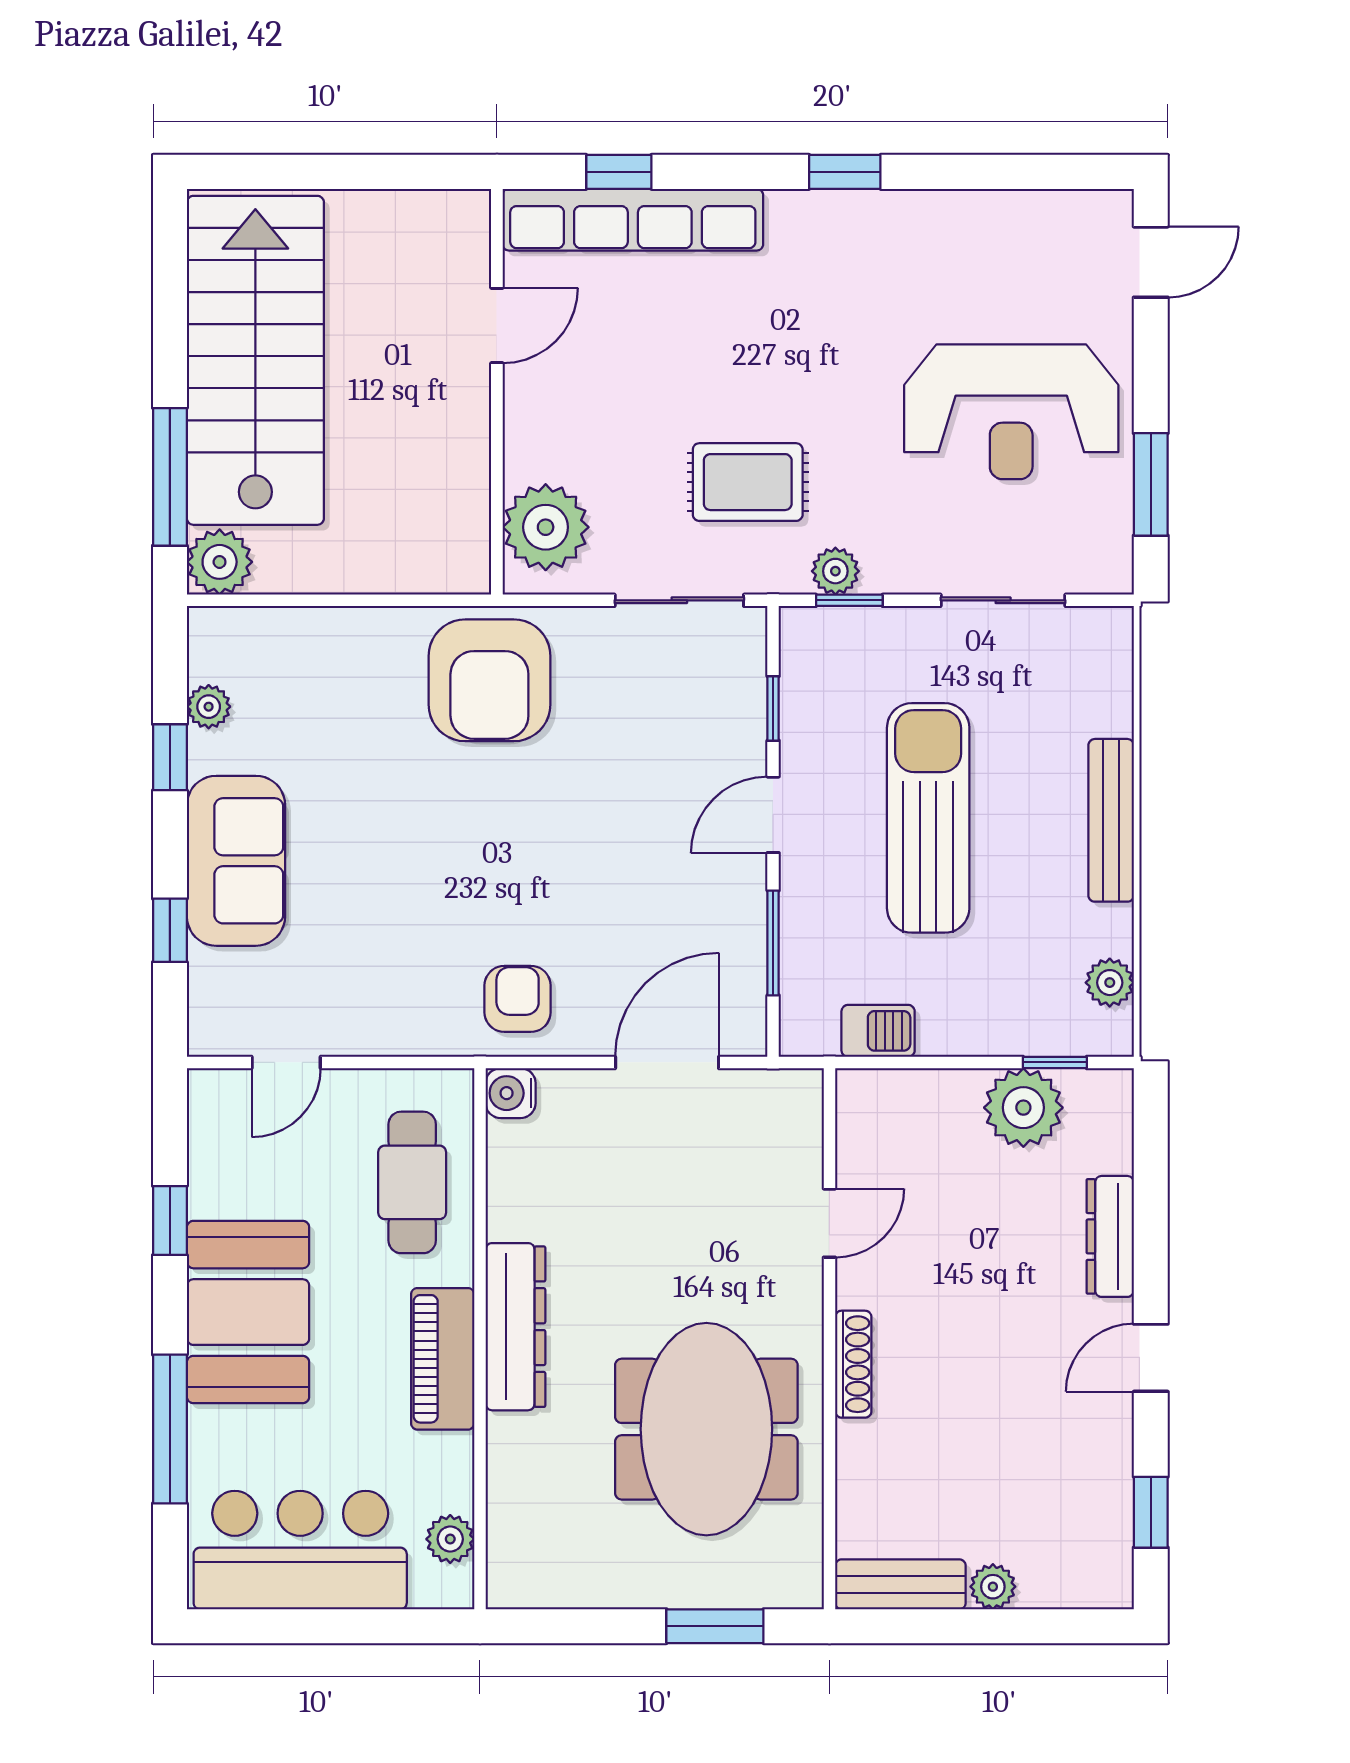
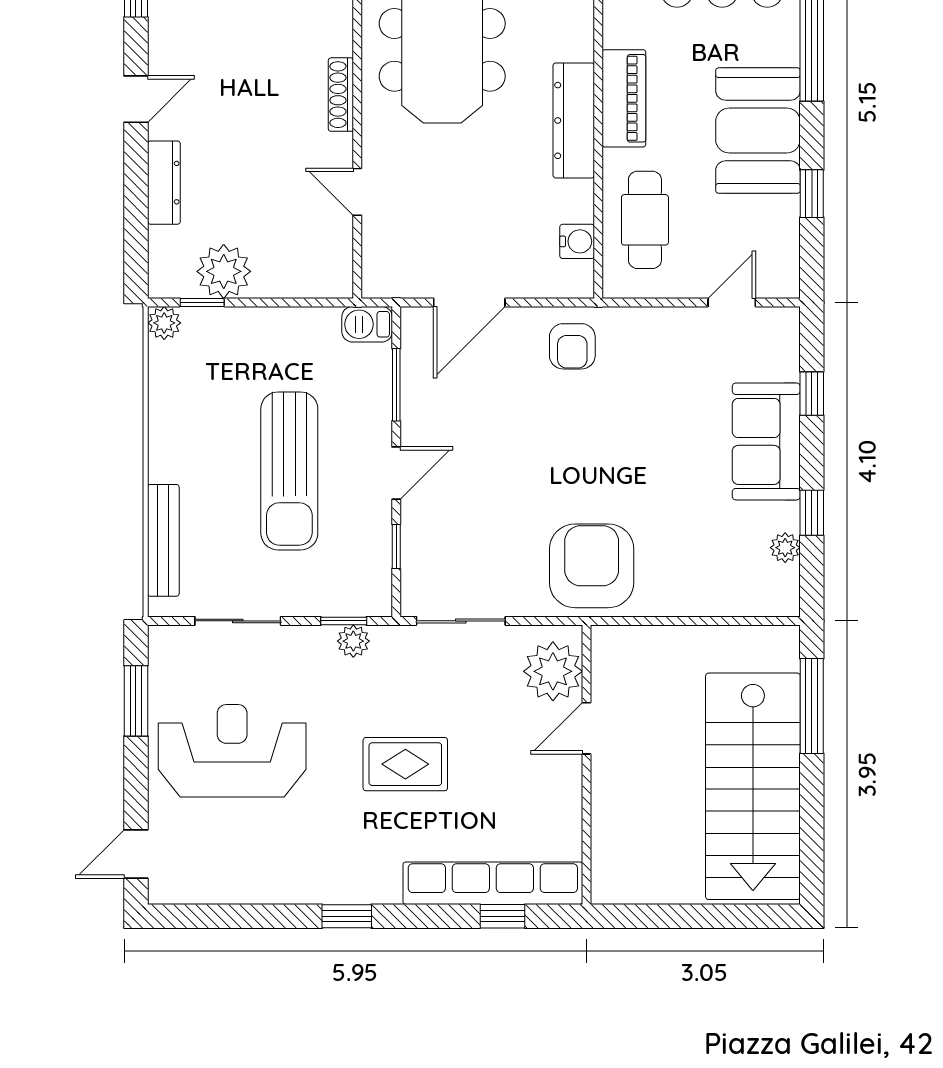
door: (497, 325) -> (587, 728), moved
rug: (748, 482) -> (405, 764), moved
plant: (220, 562) -> (778, 647), removed
bench: (1111, 820) -> (163, 540), moved
plant: (1110, 983) -> (164, 323), moved
barbecue: (878, 1031) -> (367, 324), moved
water cooler: (511, 1093) -> (577, 241), moved
door: (829, 1223) -> (357, 192), hinge flipped

